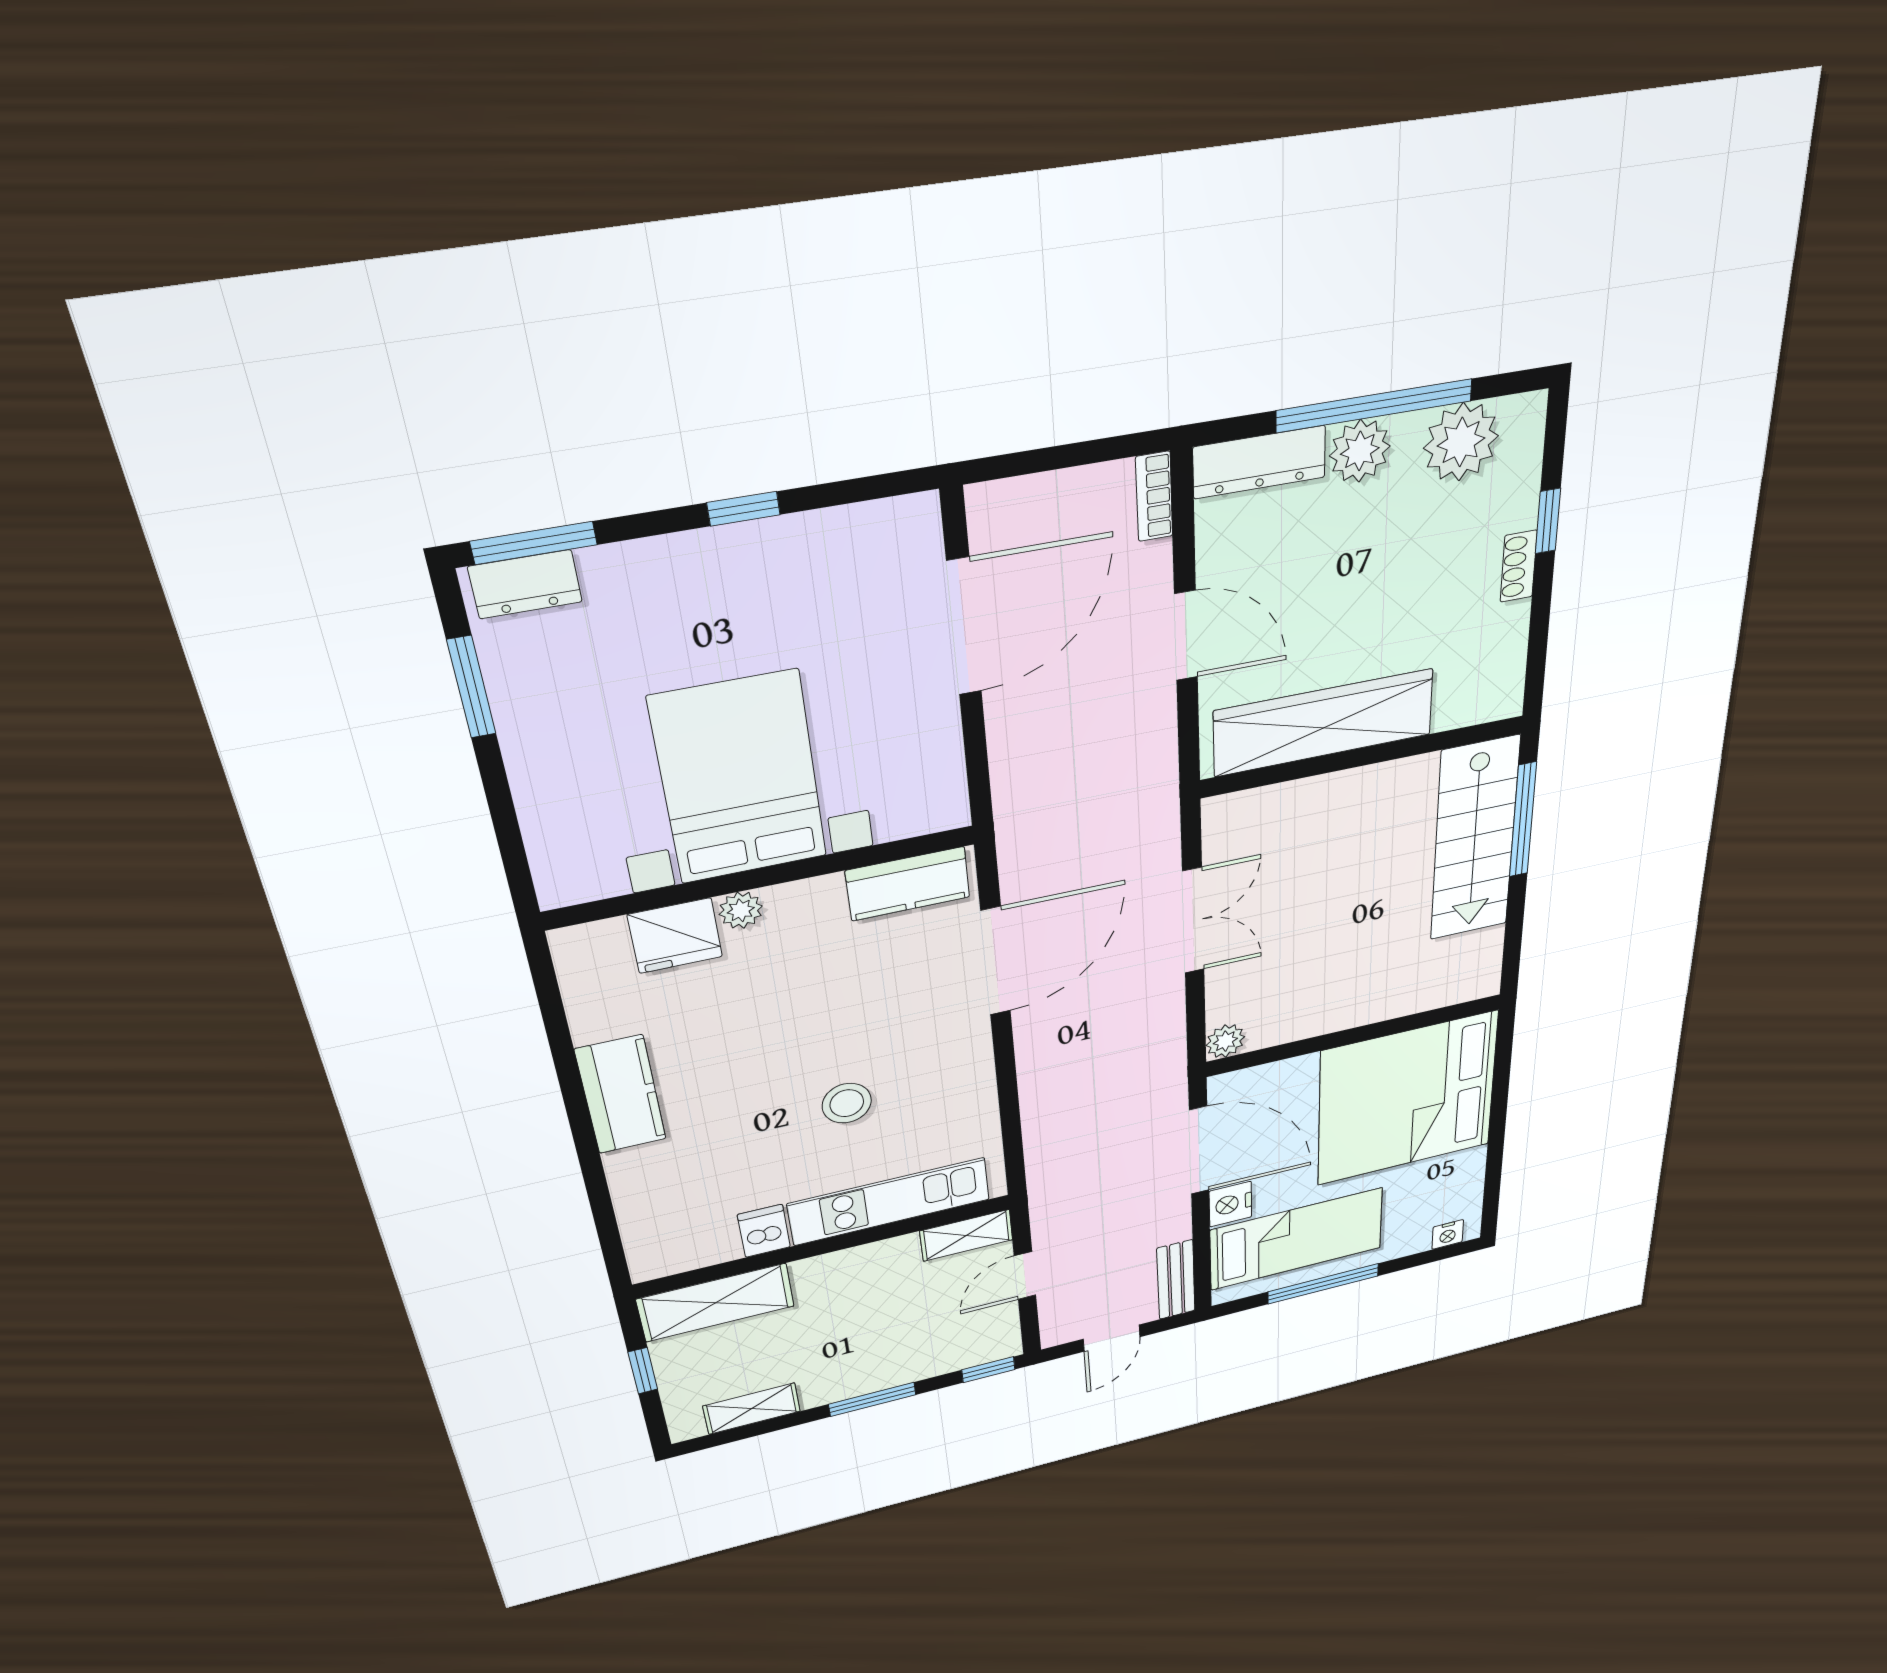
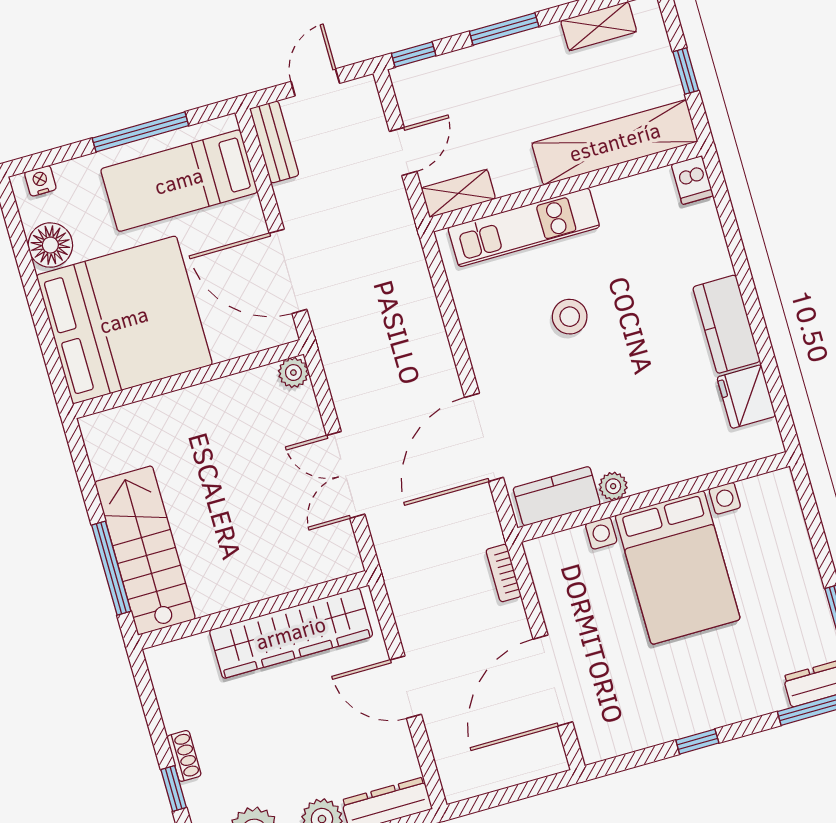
bookcase: (1154, 497) -> (504, 573), moved, turned 180
plant: (741, 910) -> (613, 486), moved
fridge: (675, 936) -> (746, 397), moved, turned -90
floor lamp: (1461, 1173) -> (50, 245), added
nightstand: (1230, 1204) -> (247, 218), removed
dishwasher: (764, 1231) -> (692, 180), moved
shelving: (716, 1303) -> (615, 142), width x1.47

